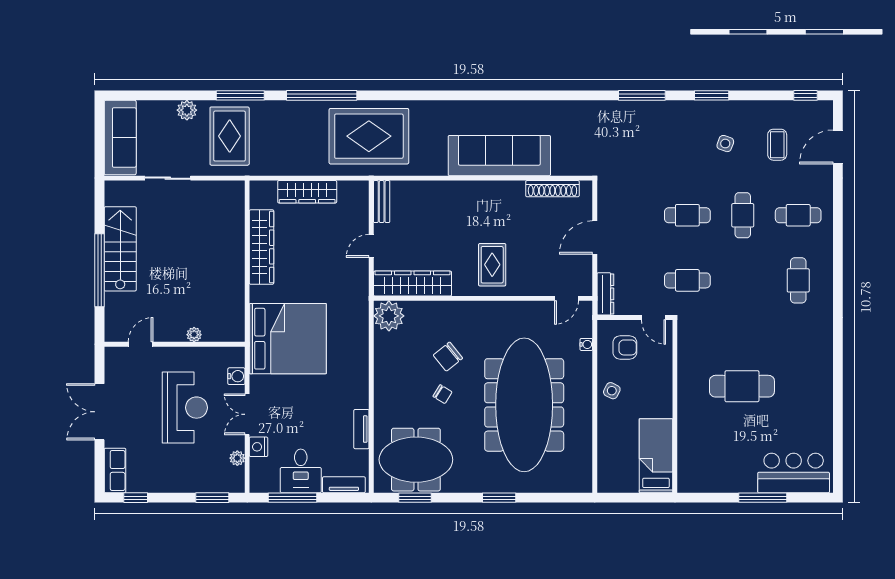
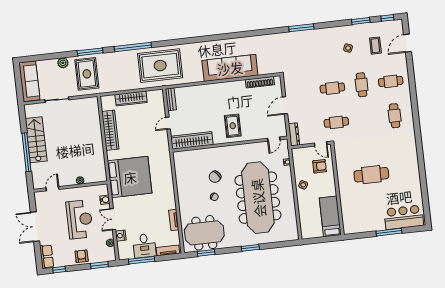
window: (712, 95) -> (361, 21), moved
plant: (389, 316) -> (181, 159), removed
armchair: (625, 347) -> (320, 166), moved
armchair: (181, 477) -> (82, 256), added

